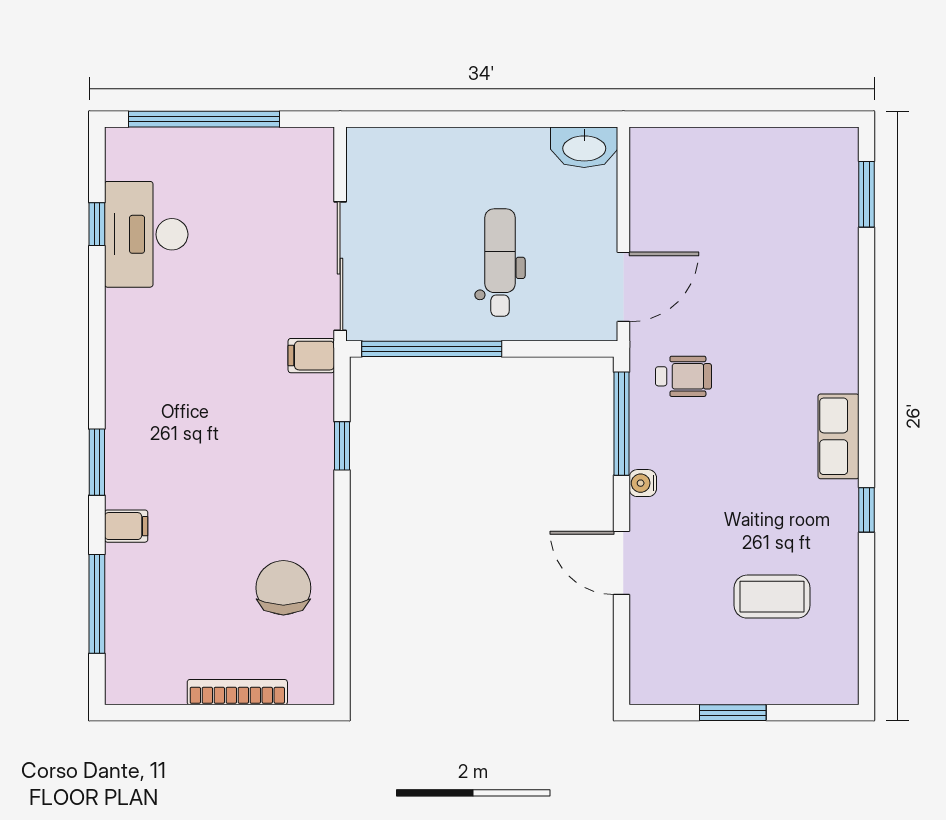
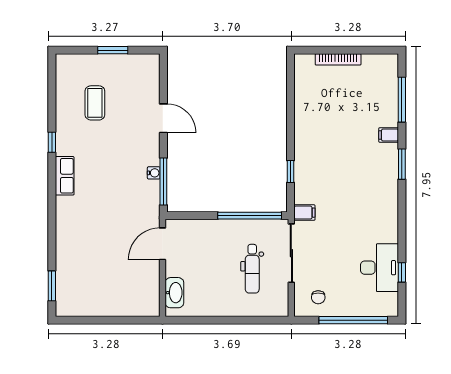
washbasin: (584, 147) -> (174, 293), moved, turned 90
dental chair: (500, 262) -> (252, 269), moved
wheelchair: (683, 376) -> (135, 203), removed
water cooler: (643, 483) -> (154, 173), moved
chair: (283, 588) -> (318, 297), moved, width x0.54, depth x0.54
coffee table: (772, 597) -> (95, 103), turned 90

